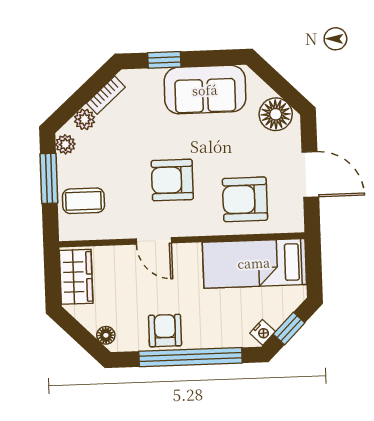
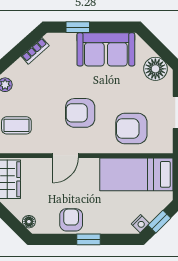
plant: (85, 119) -> (19, 67), removed
door: (154, 241) -> (66, 156), hinge flipped
window: (191, 357) -> (89, 239), width x0.32

